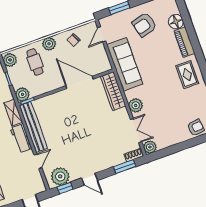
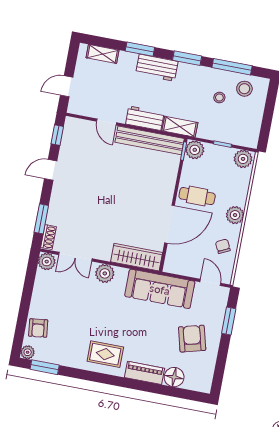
cafe table: (35, 62) -> (197, 196), moved
plant: (60, 176) -> (74, 138), removed

